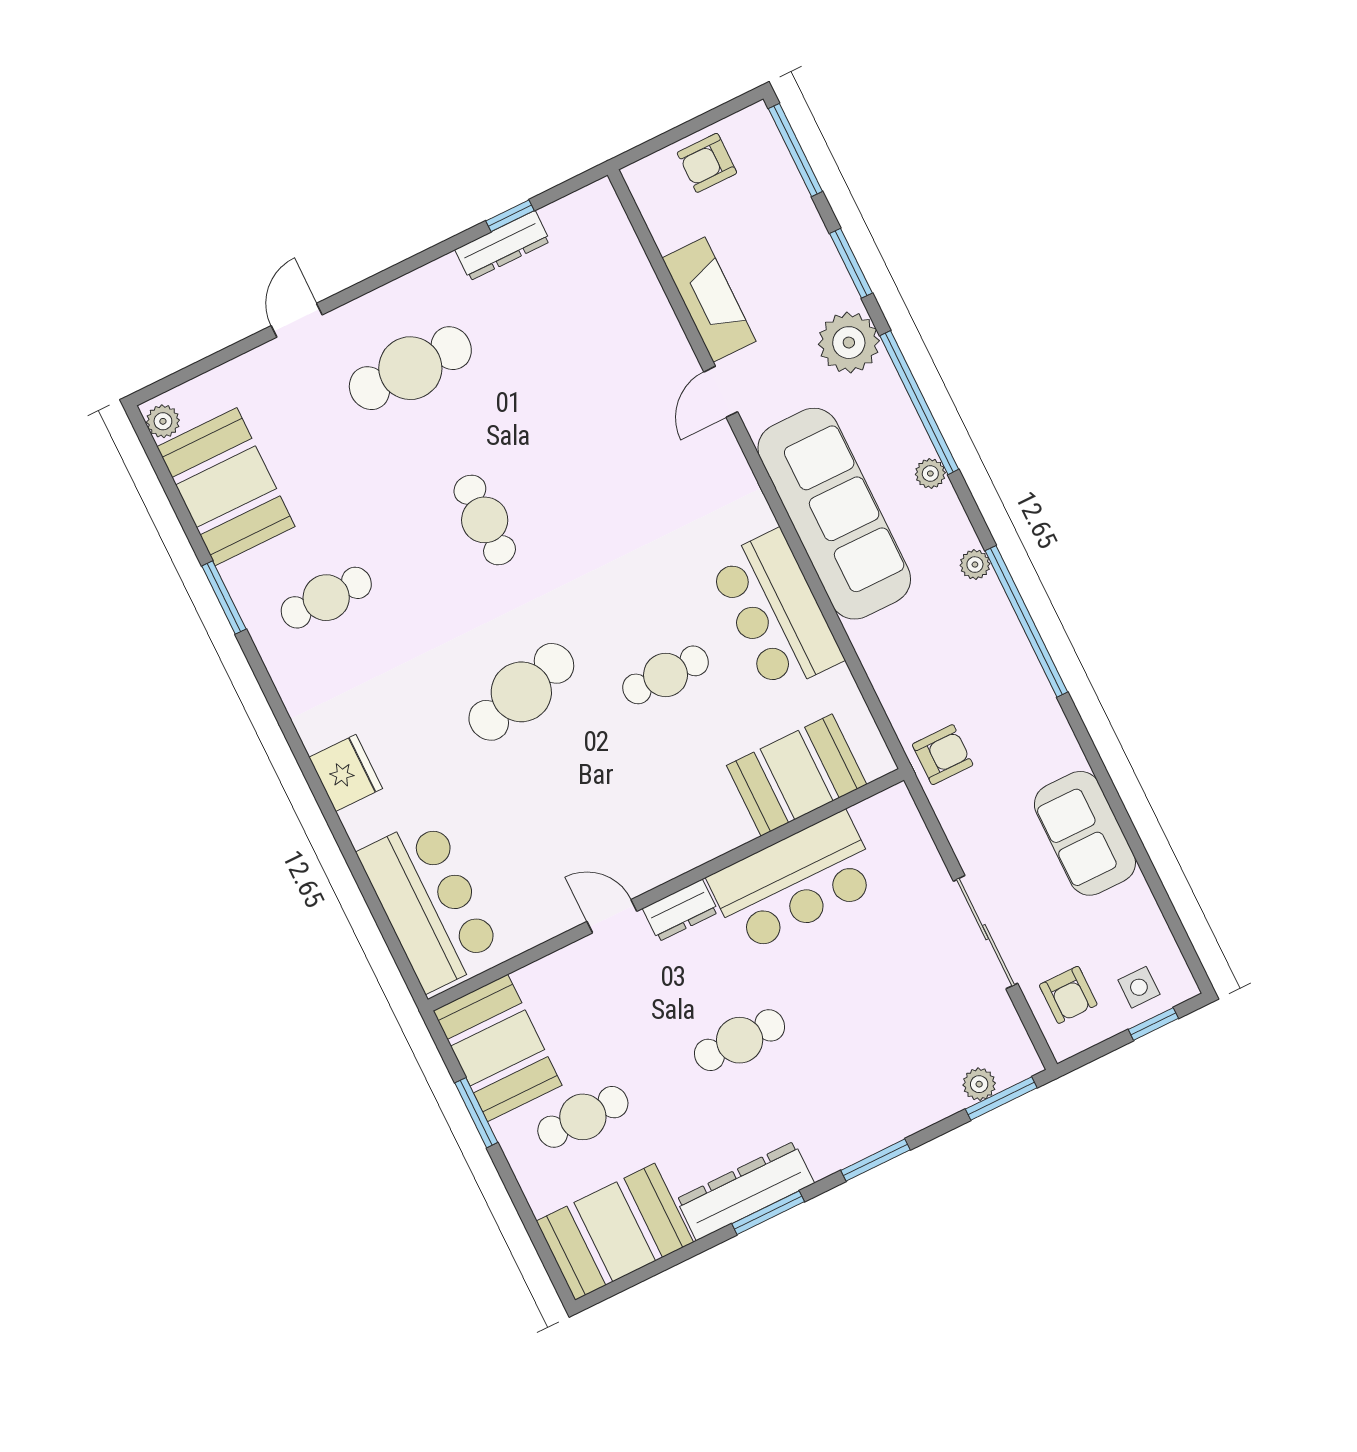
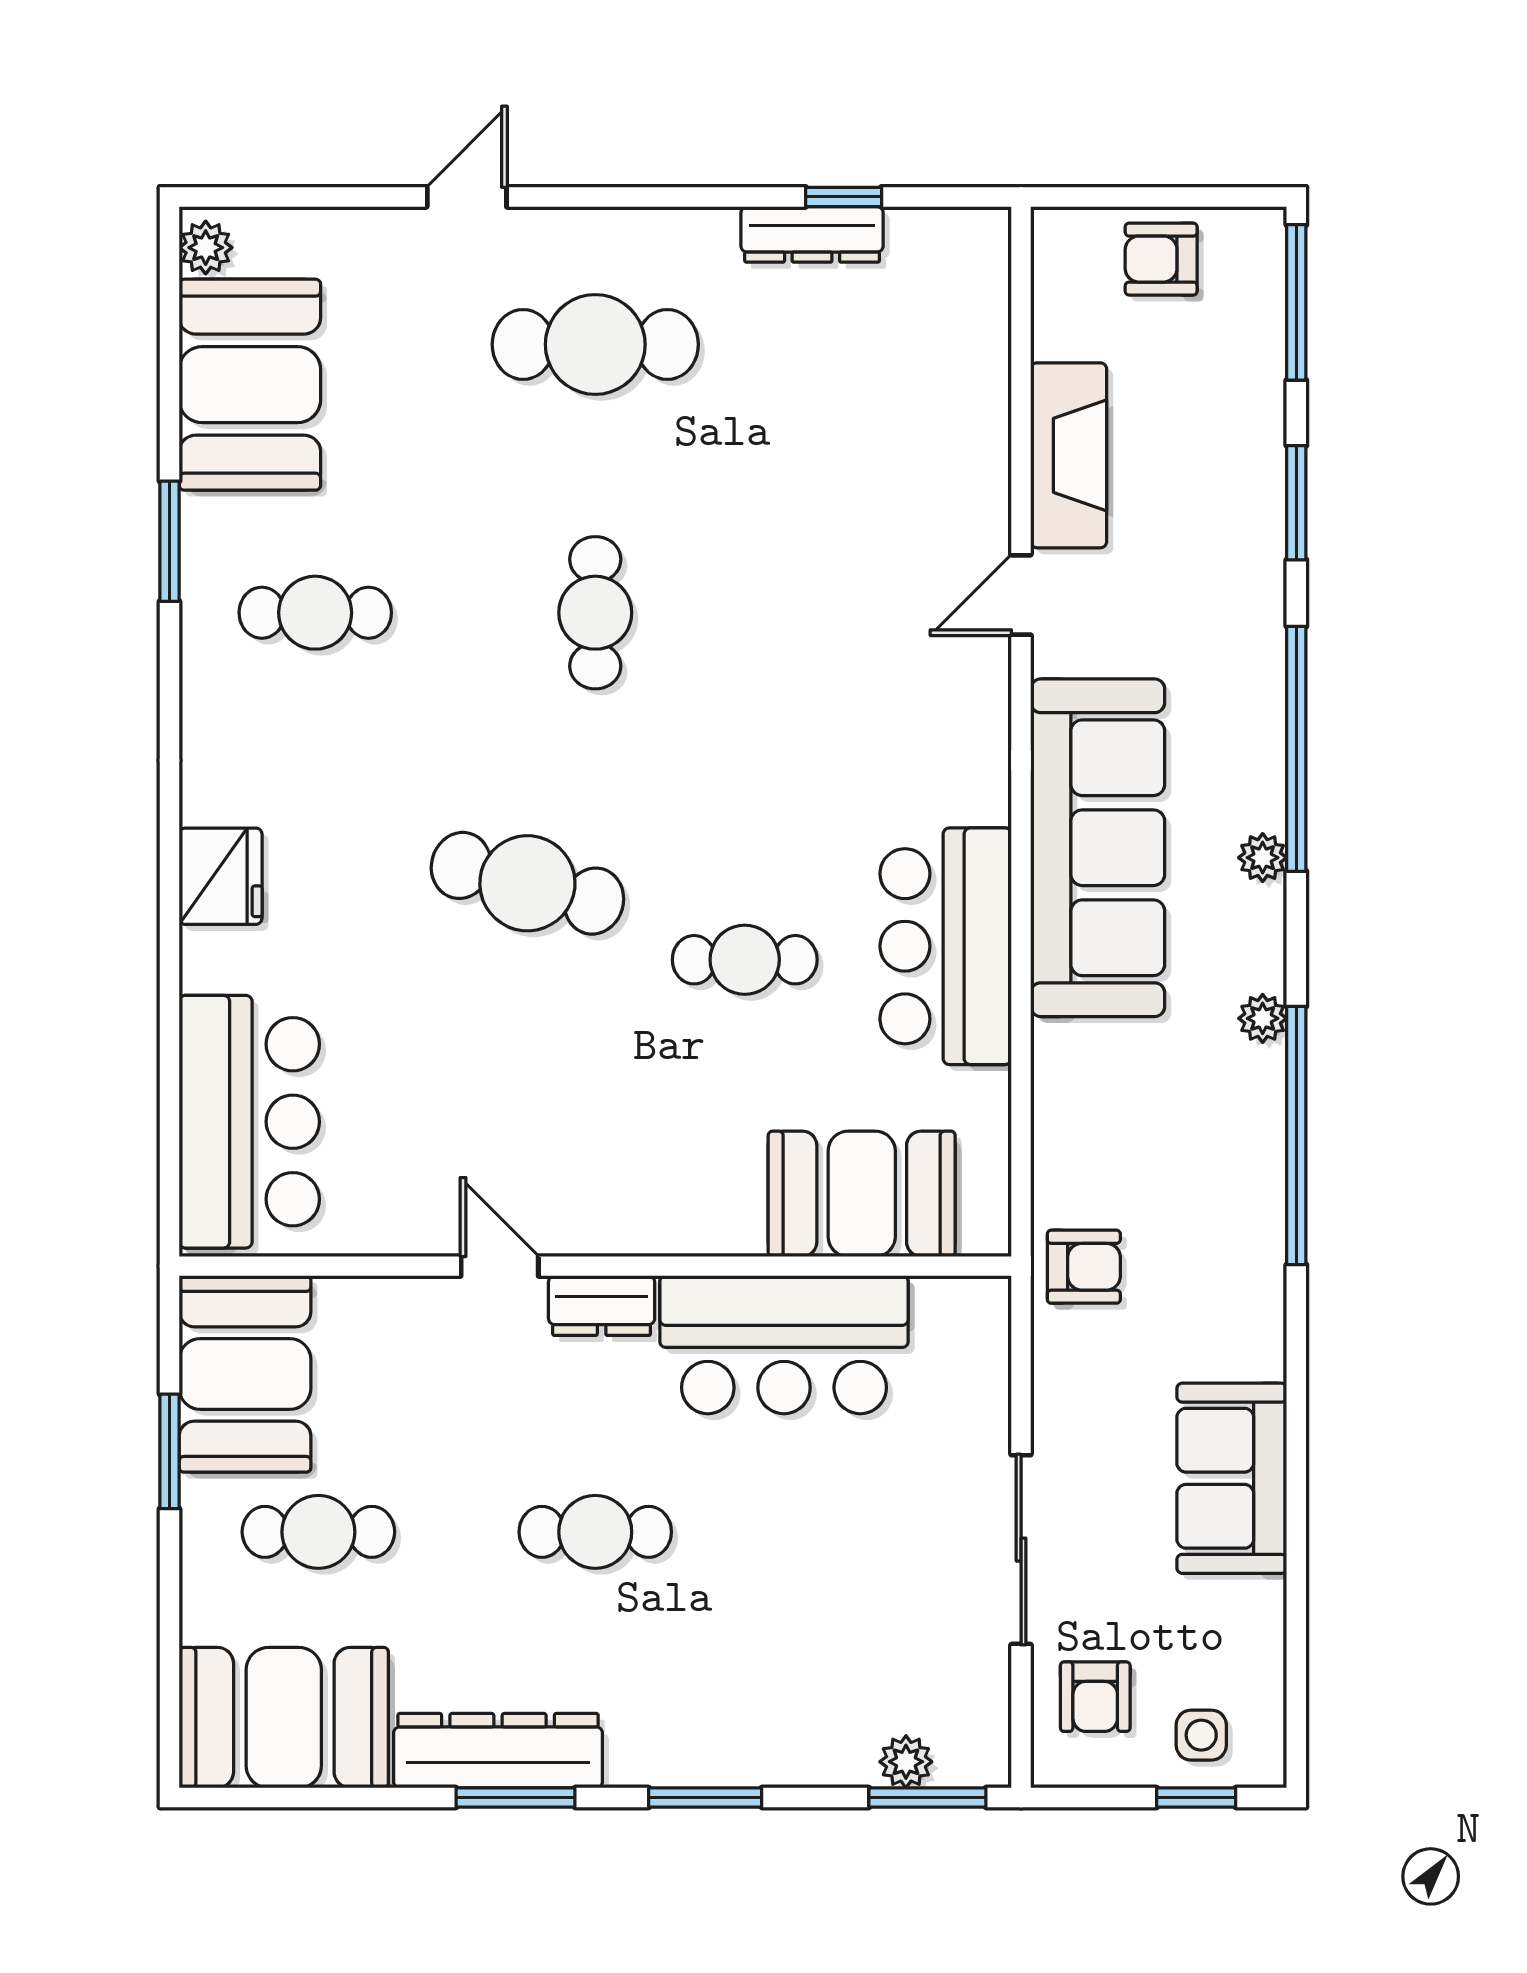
plant: (849, 343) -> (1238, 614), removed
cafe table: (521, 692) -> (527, 883), turned 30

